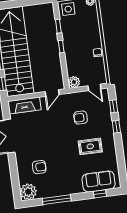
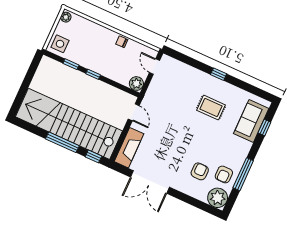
door: (94, 87) -> (155, 66), swing flipped
window: (114, 106) -> (185, 59), removed
armchair: (81, 118) -> (224, 174), moved
window: (116, 127) -> (219, 74), moved
rug: (90, 146) -> (211, 108), turned 90

